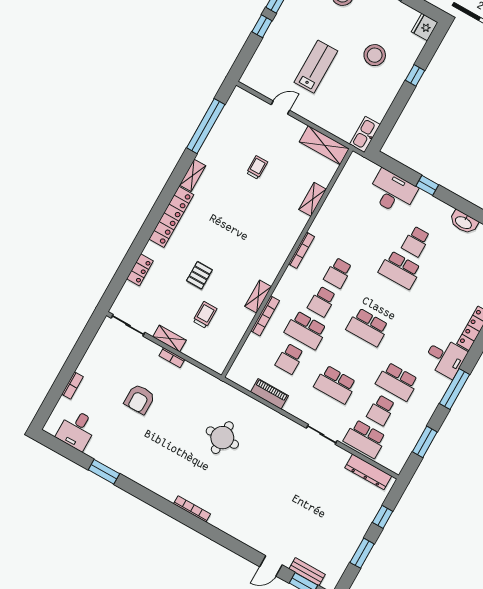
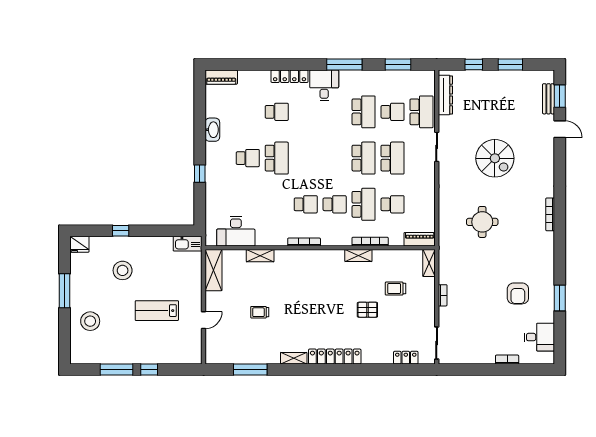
door: (280, 108) -> (204, 320), swing flipped
window: (206, 126) -> (250, 369), width x0.68
desk: (392, 192) -> (236, 231), moved, turned -90
locker: (140, 270) -> (406, 358), moved
school desk: (446, 296) -> (277, 112), added
school desk: (368, 327) -> (364, 158), moved
shelving: (169, 338) -> (429, 263), moved
piano: (270, 394) -> (420, 239), moved, turned 90
armchair: (140, 399) -> (518, 293), moved, turned 90
spiral stairs: (278, 486) -> (495, 158), added

